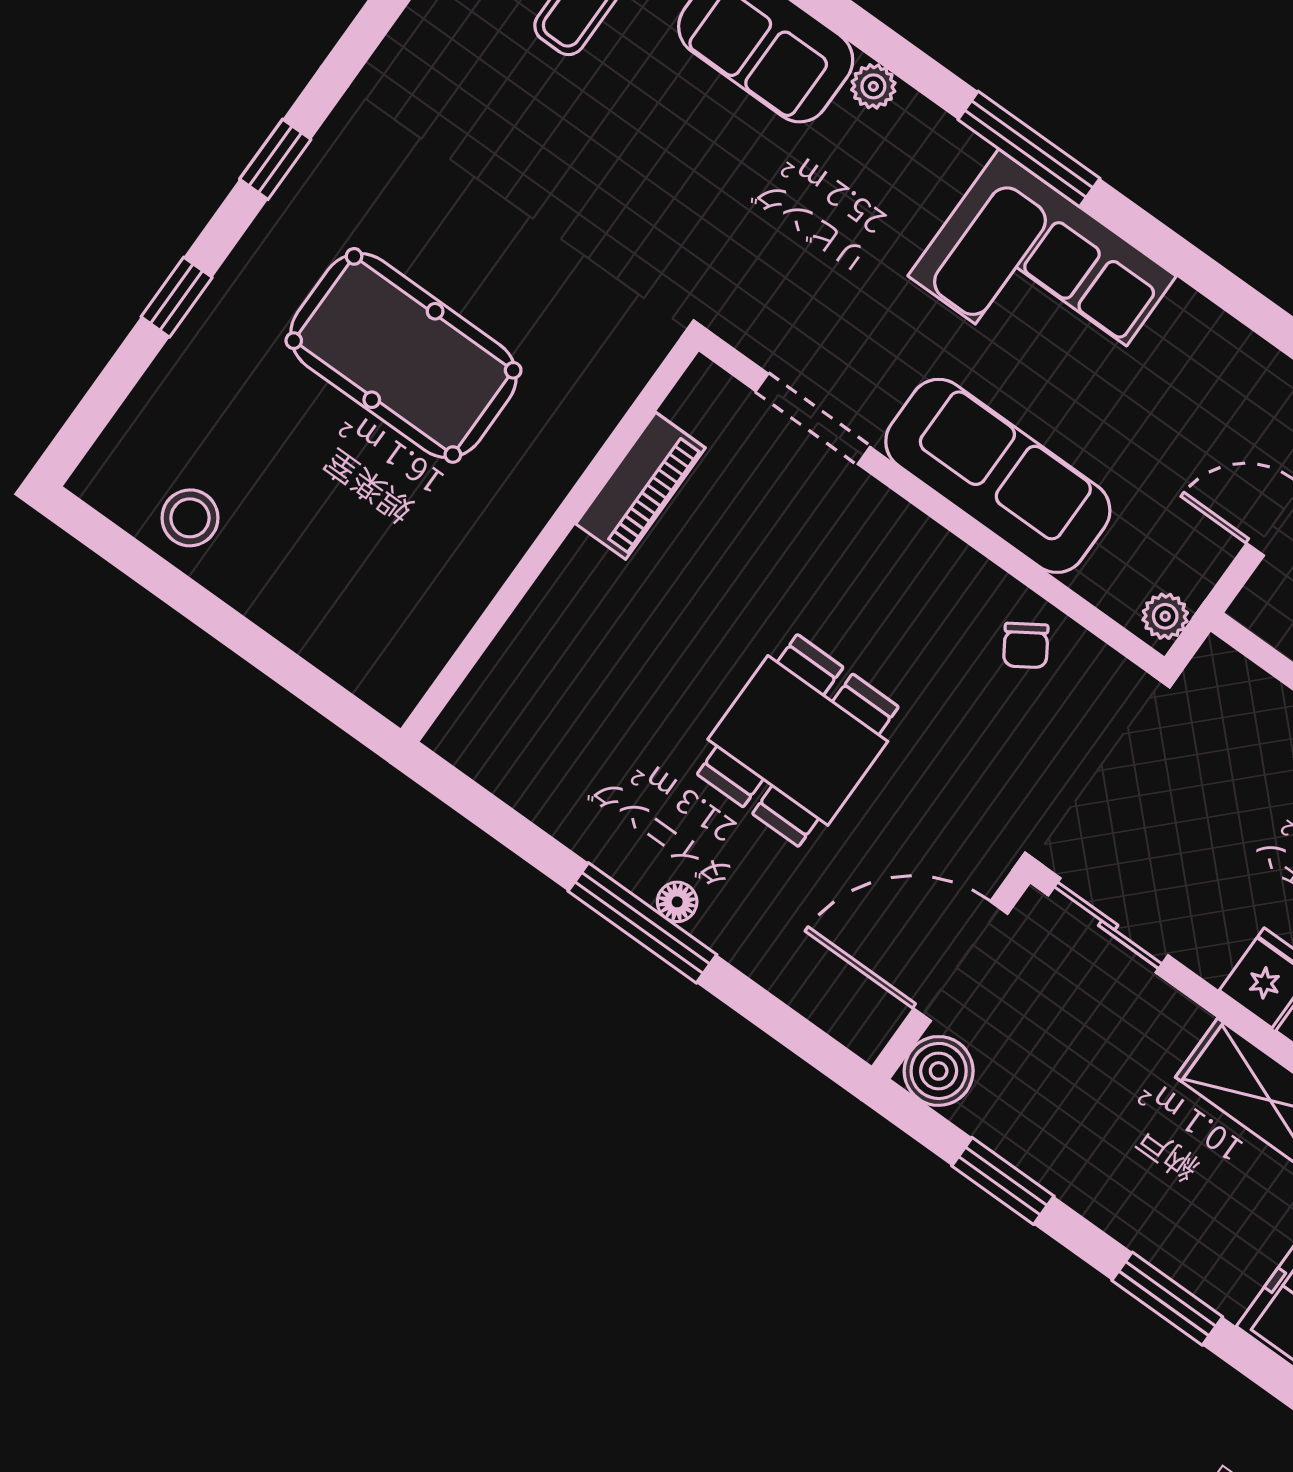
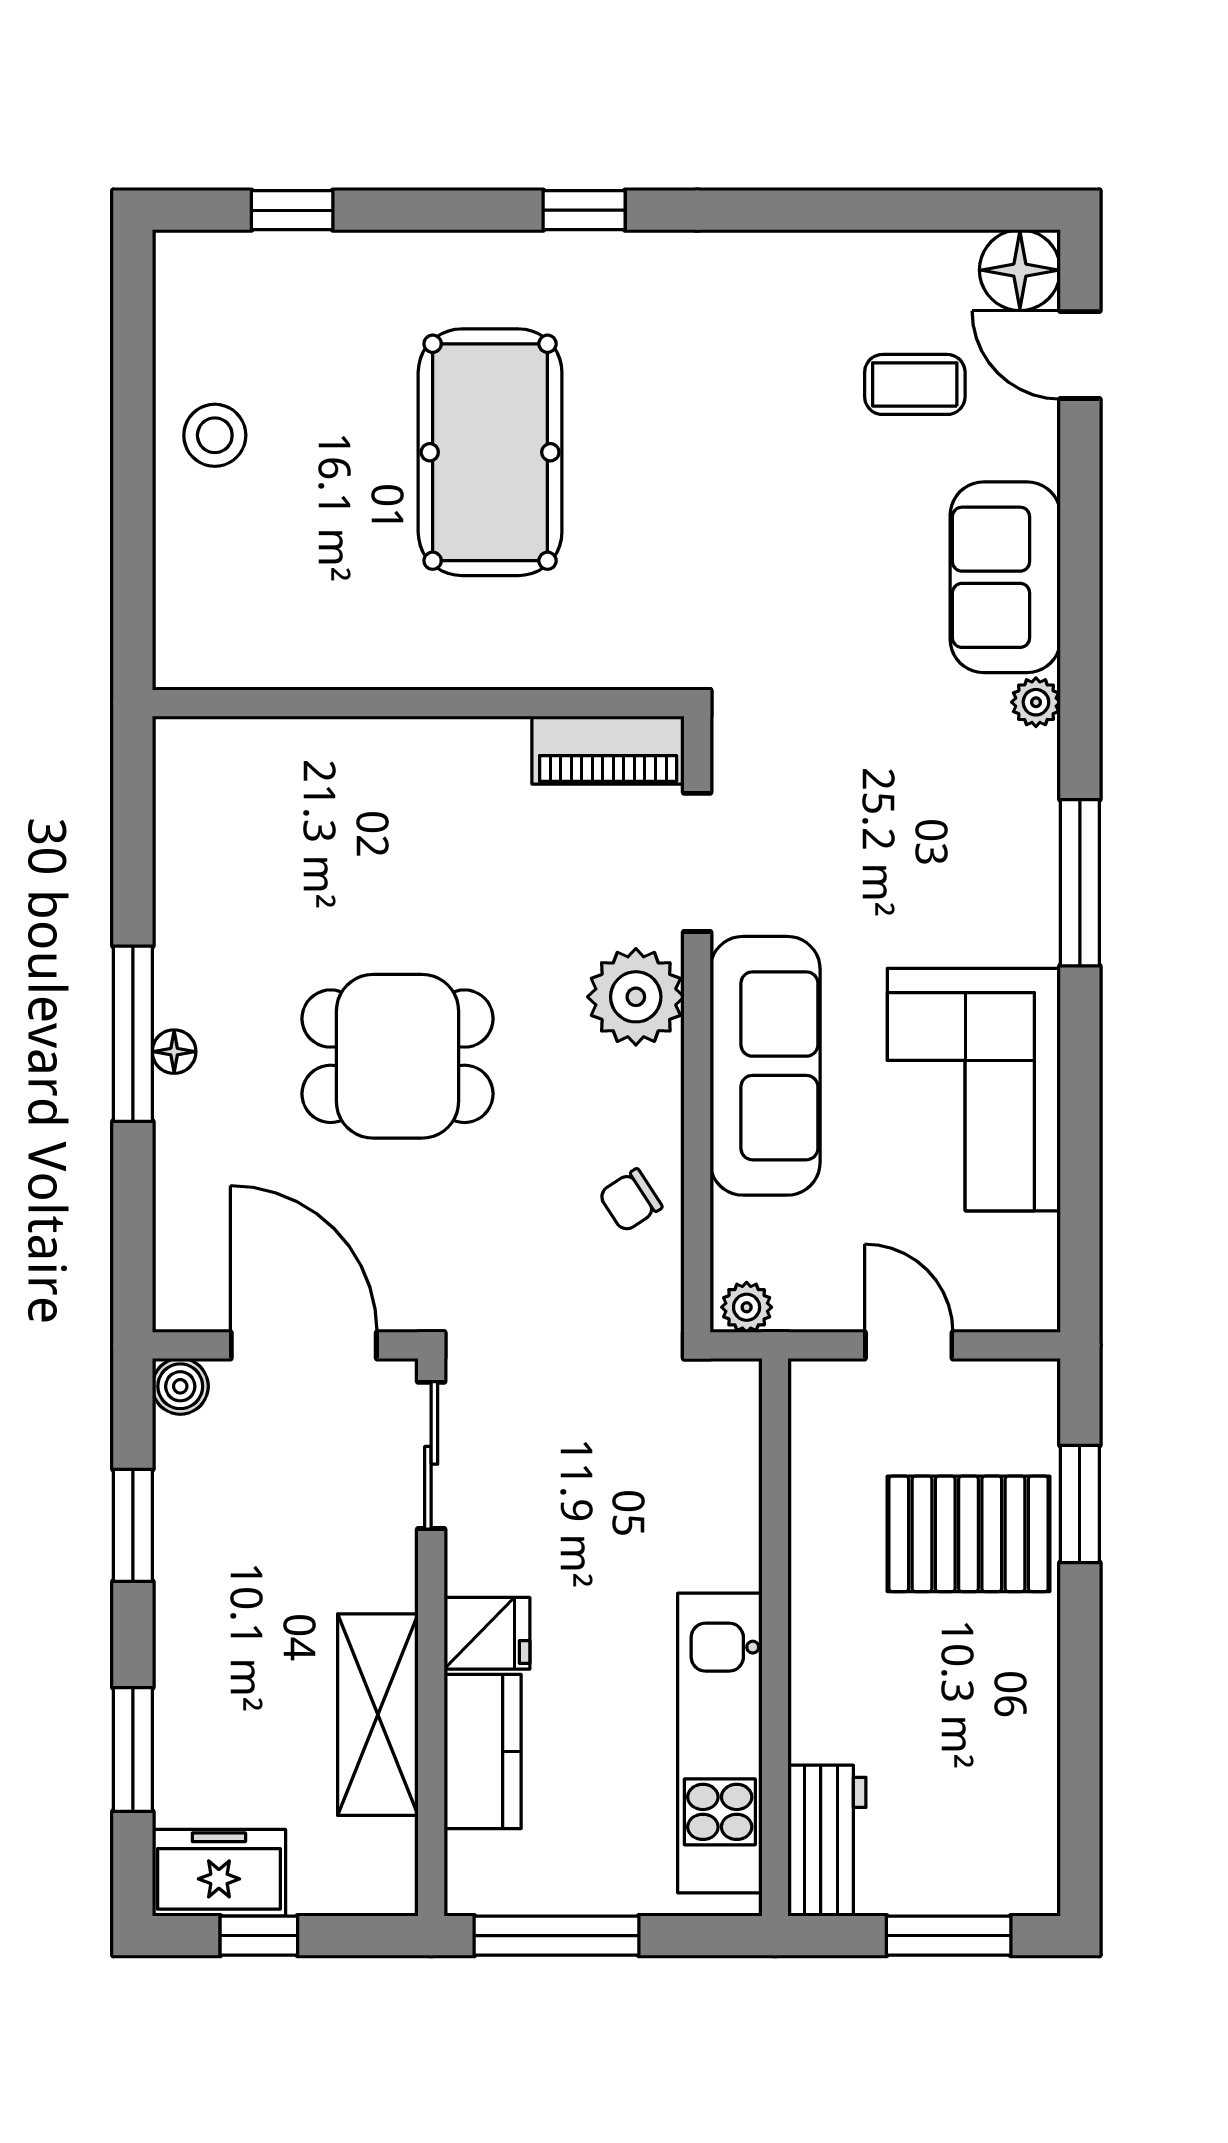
corner sofa: (1042, 276) -> (974, 1090), moved
window: (177, 297) -> (292, 210), moved
piano: (641, 486) -> (608, 750), moved
stool: (190, 518) -> (215, 435), moved
plant: (879, 535) -> (636, 997), added
boiler: (939, 1071) -> (180, 1386), width x0.73, depth x0.73

